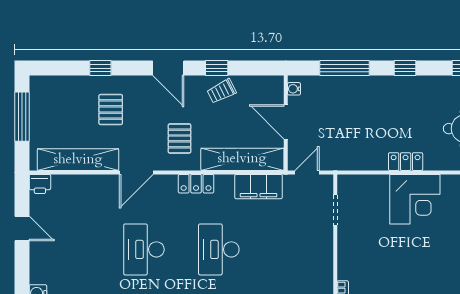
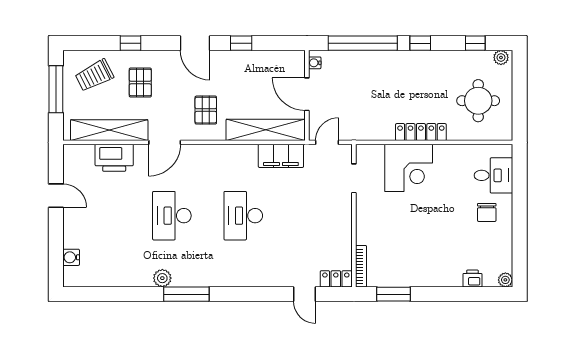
window: (344, 68) -> (363, 43), width x1.46
trolley: (222, 91) -> (94, 75), moved, width x1.36, depth x1.39
locker: (406, 162) -> (421, 132), width x1.53
printer: (40, 184) -> (114, 158), moved, width x1.87, depth x1.48
locker: (196, 184) -> (222, 153), removed
corner desk: (415, 199) -> (409, 168), moved

